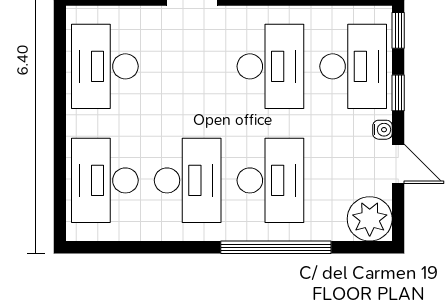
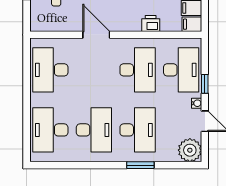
window: (398, 30) -> (205, 51), removed
window: (276, 247) -> (140, 165), width x0.47

